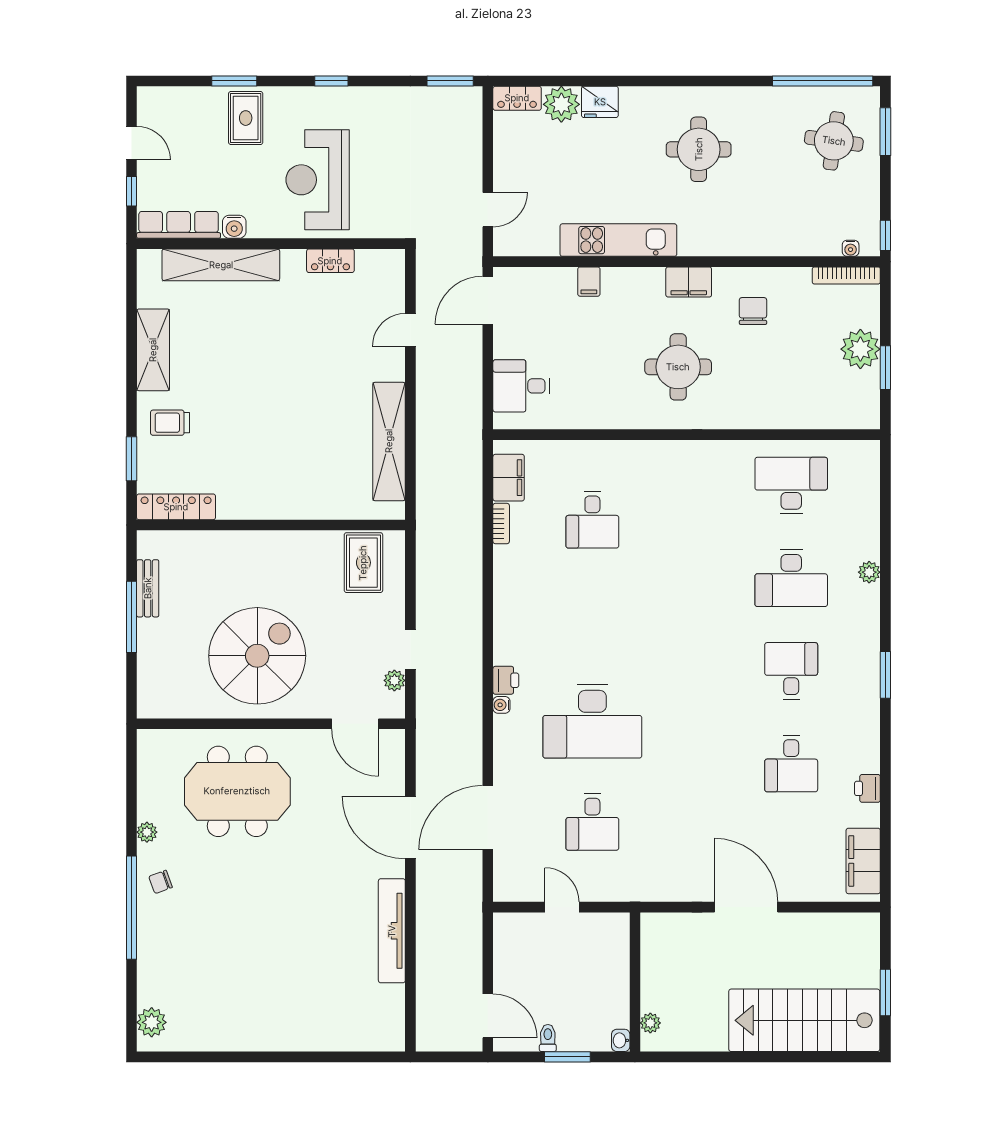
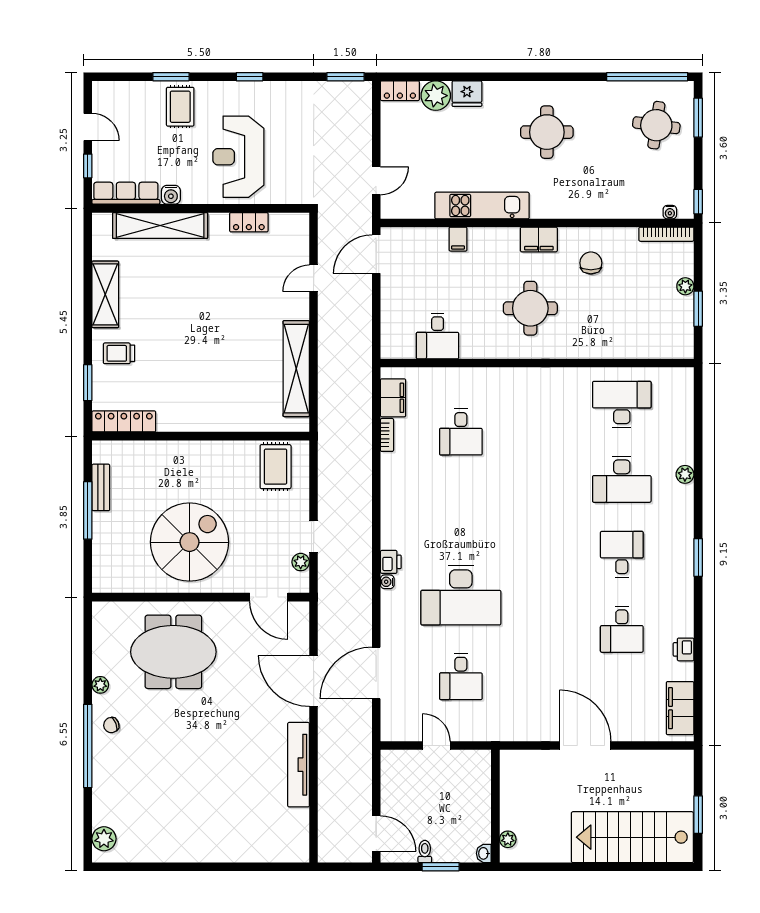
plant: (860, 349) -> (685, 286), width x0.53, depth x0.53
desk: (521, 386) -> (438, 336), moved, turned -90

